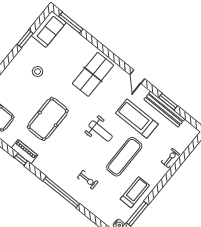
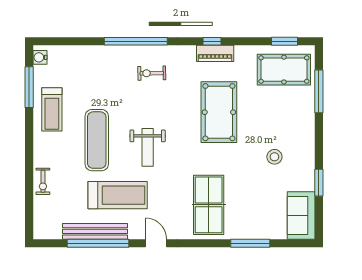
window: (71, 23) -> (250, 243), moved
window: (168, 102) -> (98, 243), width x2.11
weight bench: (101, 131) -> (148, 147), turned -90
exercise bike: (88, 180) -> (152, 73), moved

